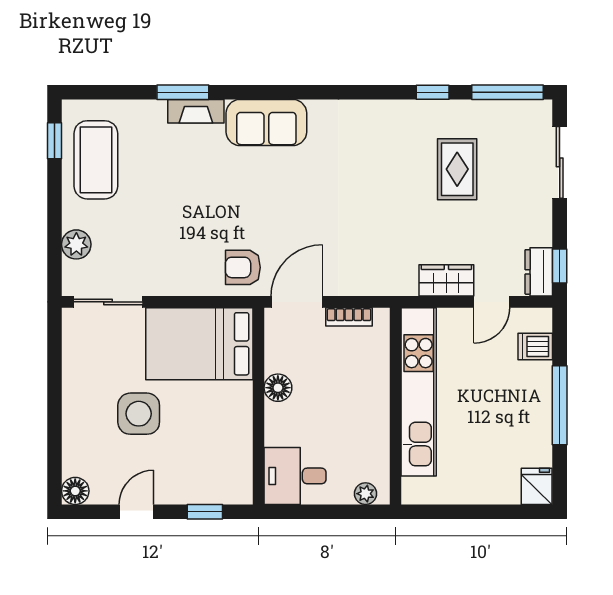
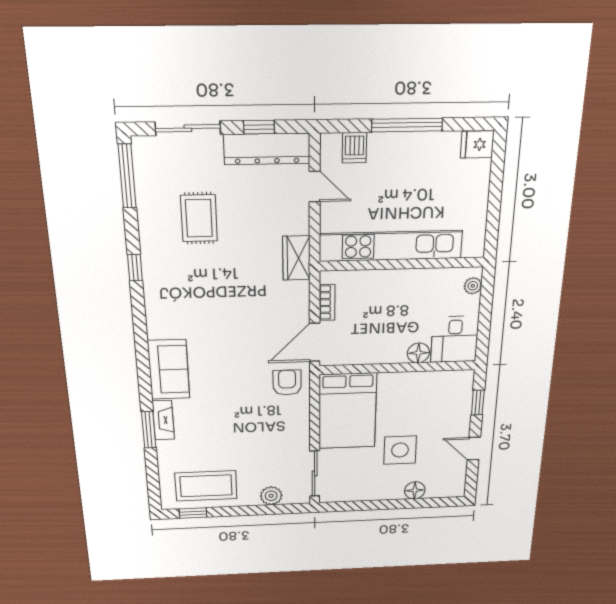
window: (433, 92) -> (135, 268), moved
rug: (457, 169) -> (199, 218), turned 90
window: (560, 266) -> (259, 127), moved
armchair: (243, 267) -> (287, 383), turned 180
dresser: (539, 272) -> (267, 149), width x1.96, depth x1.24
wardrobe: (446, 280) -> (296, 258), moved
door: (297, 302) -> (315, 342), hinge flipped
floor lamp: (278, 388) -> (418, 353), moved
floor lamp: (75, 491) -> (415, 490), moved

